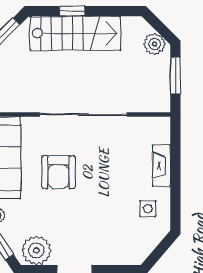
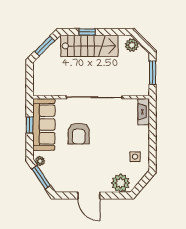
plant: (155, 44) -> (132, 45), moved
fireplace: (161, 166) -> (144, 112), moved
plant: (36, 250) -> (121, 183), moved

